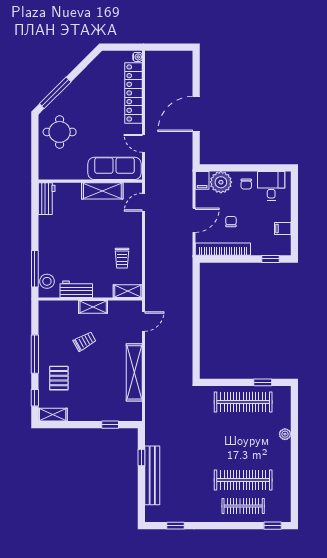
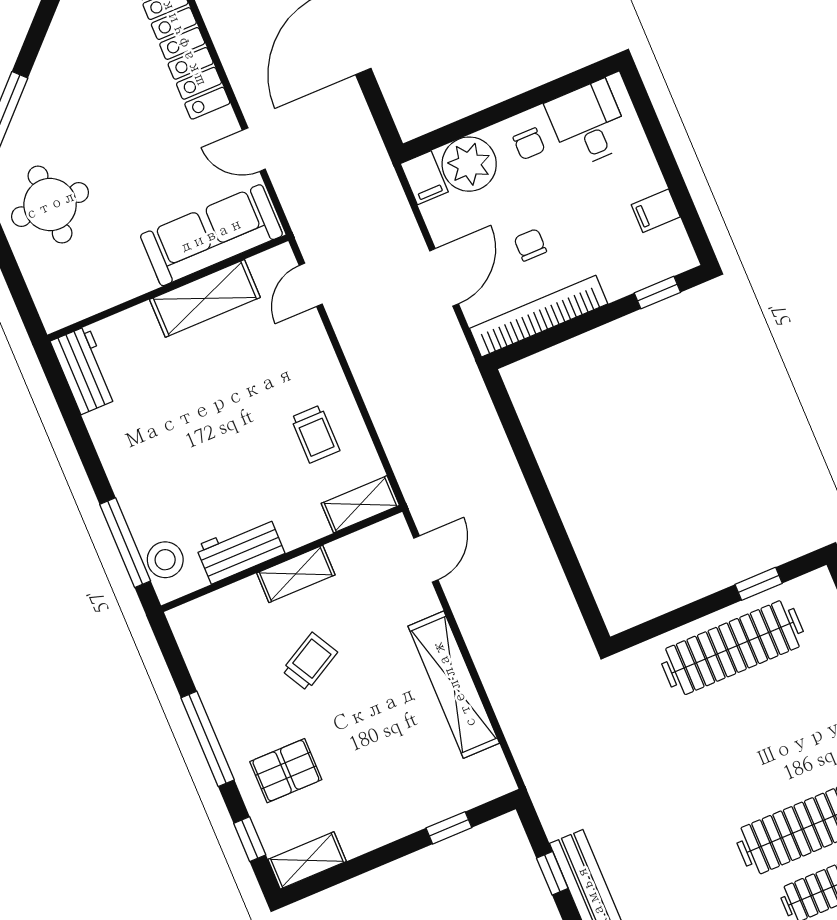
pallet: (59, 378) -> (286, 771), turned 90

